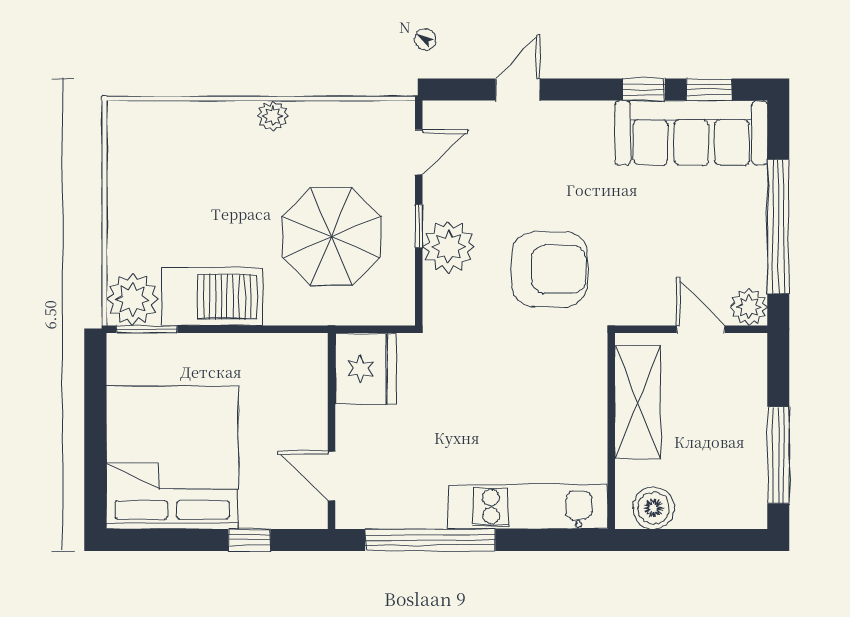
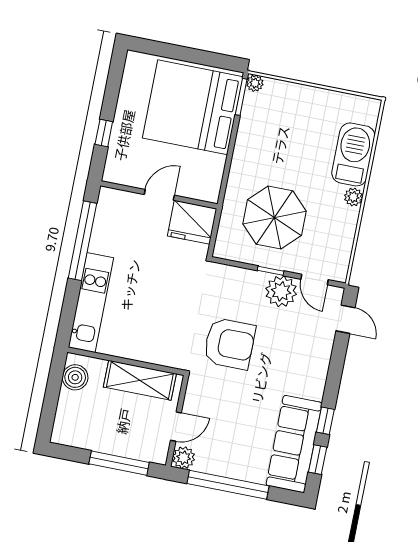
door: (518, 90) -> (345, 319), moved
plant: (449, 247) -> (281, 291), moved
armchair: (550, 269) -> (229, 344), turned -90
barbecue: (212, 297) -> (353, 154), moved, turned 180
plant: (133, 299) -> (255, 83), width x0.53, depth x0.53
window: (778, 455) -> (119, 463), moved
bed: (172, 457) -> (193, 107), moved, turned 180
door: (332, 476) -> (159, 195), moved

